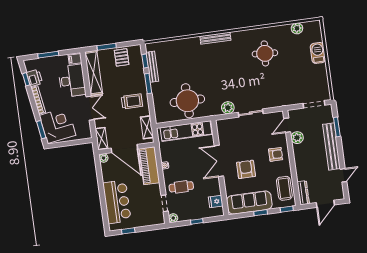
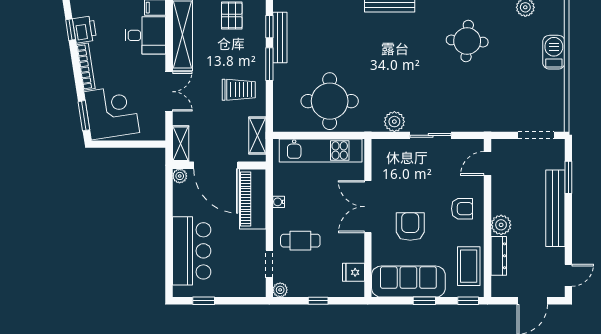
desk: (72, 81) -> (145, 35), width x0.73
plant: (297, 138) -> (501, 225), moved
door: (343, 175) -> (568, 275), moved
dresser: (303, 193) -> (499, 256), moved

